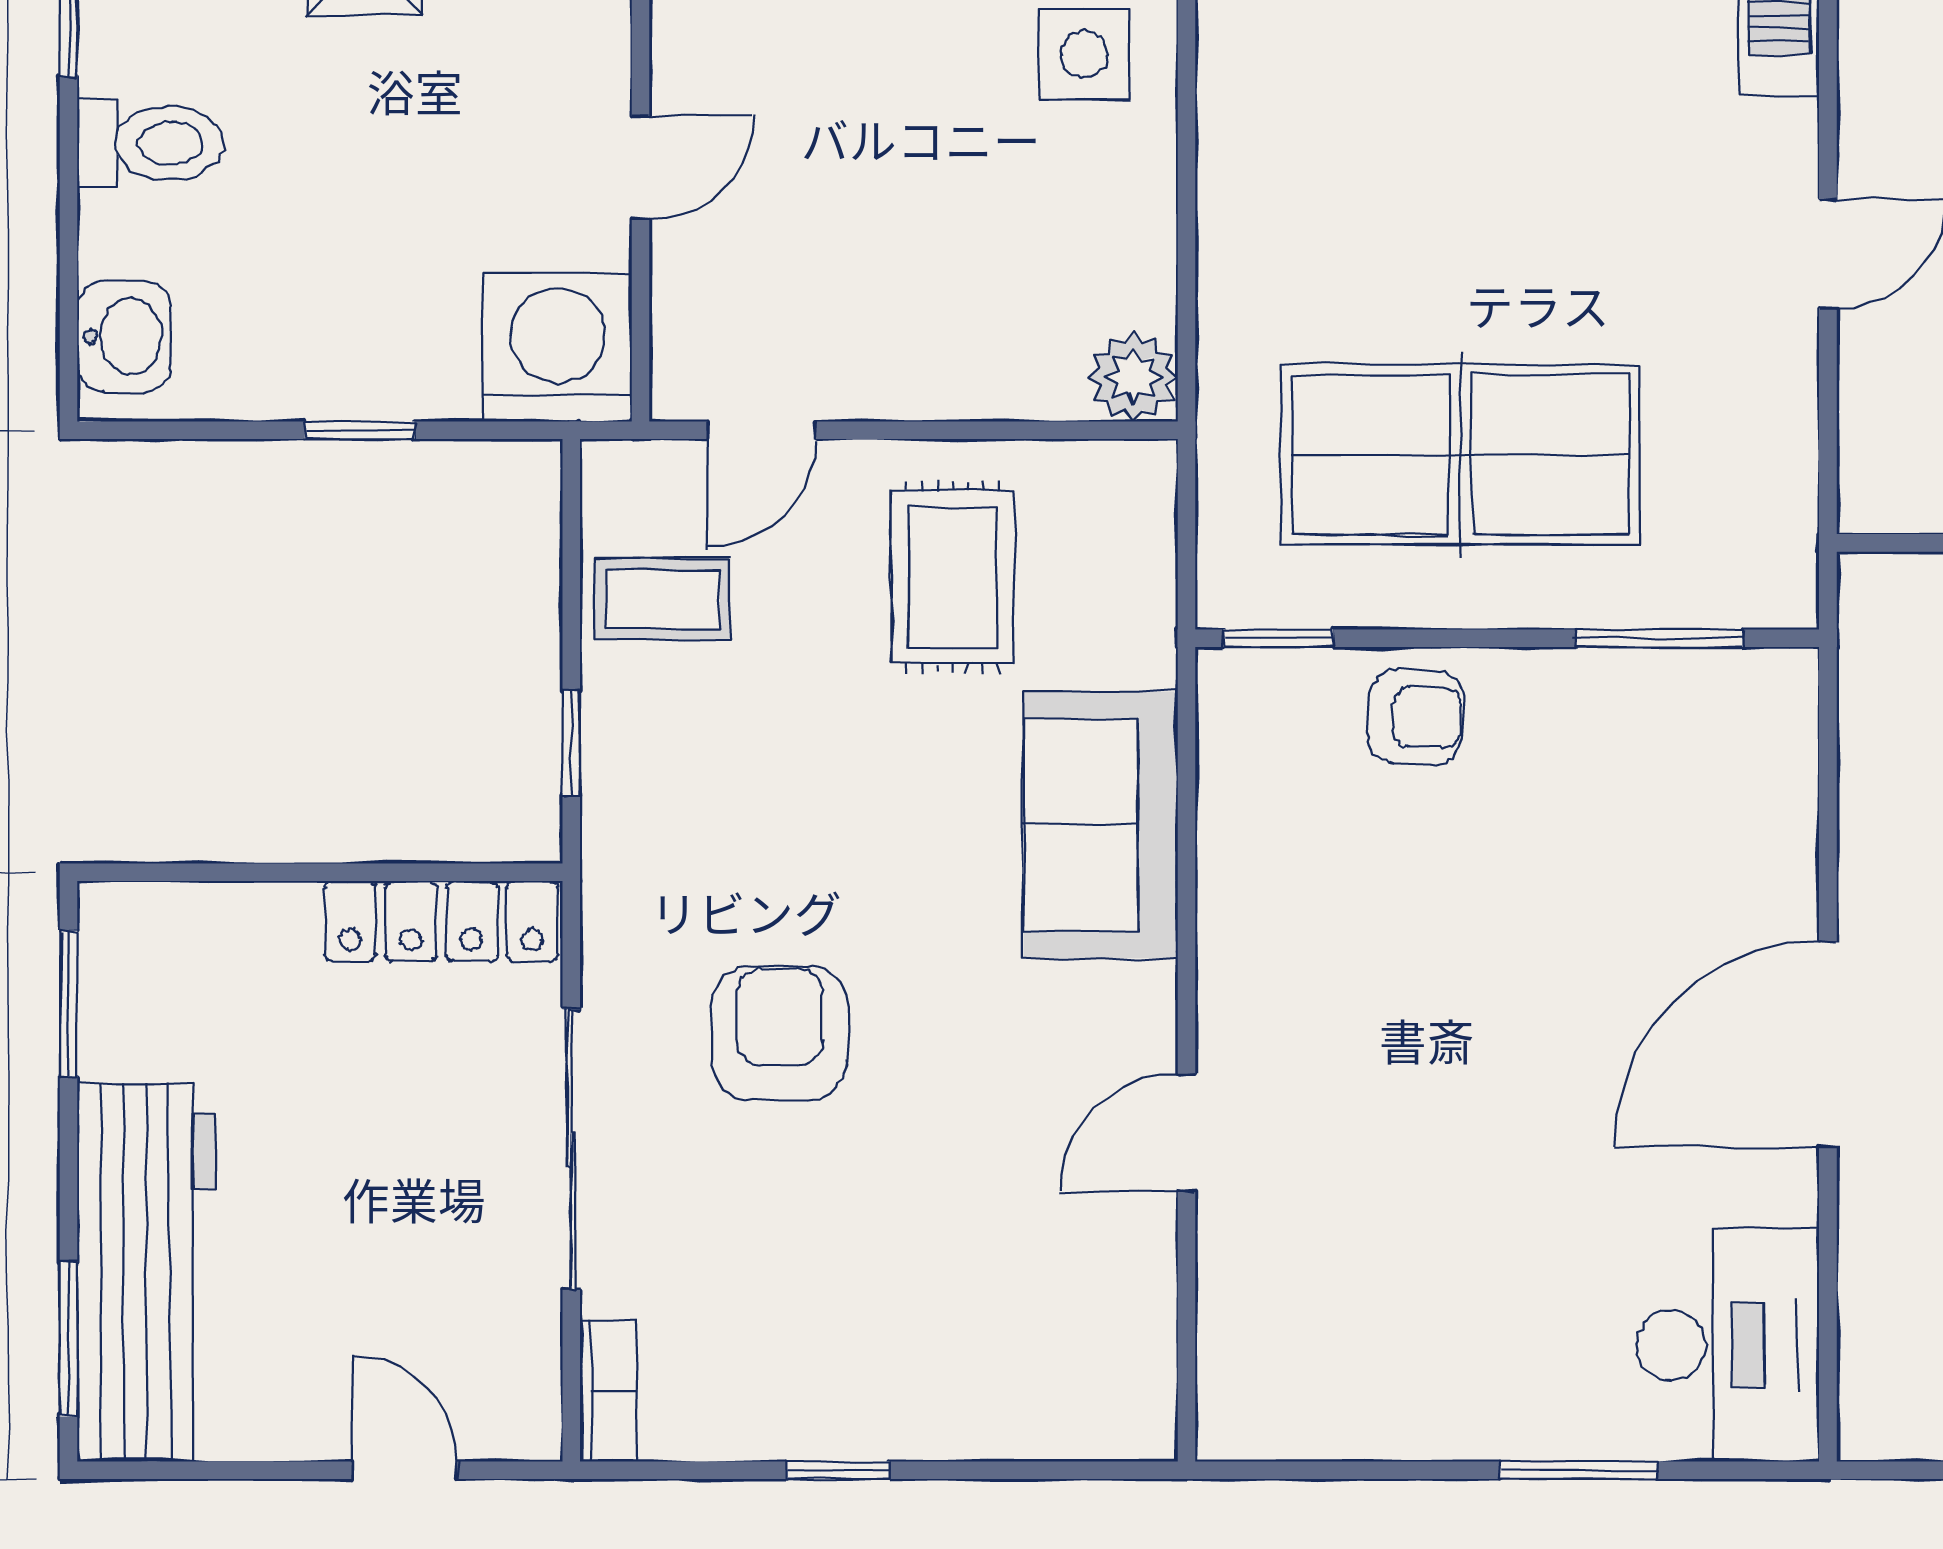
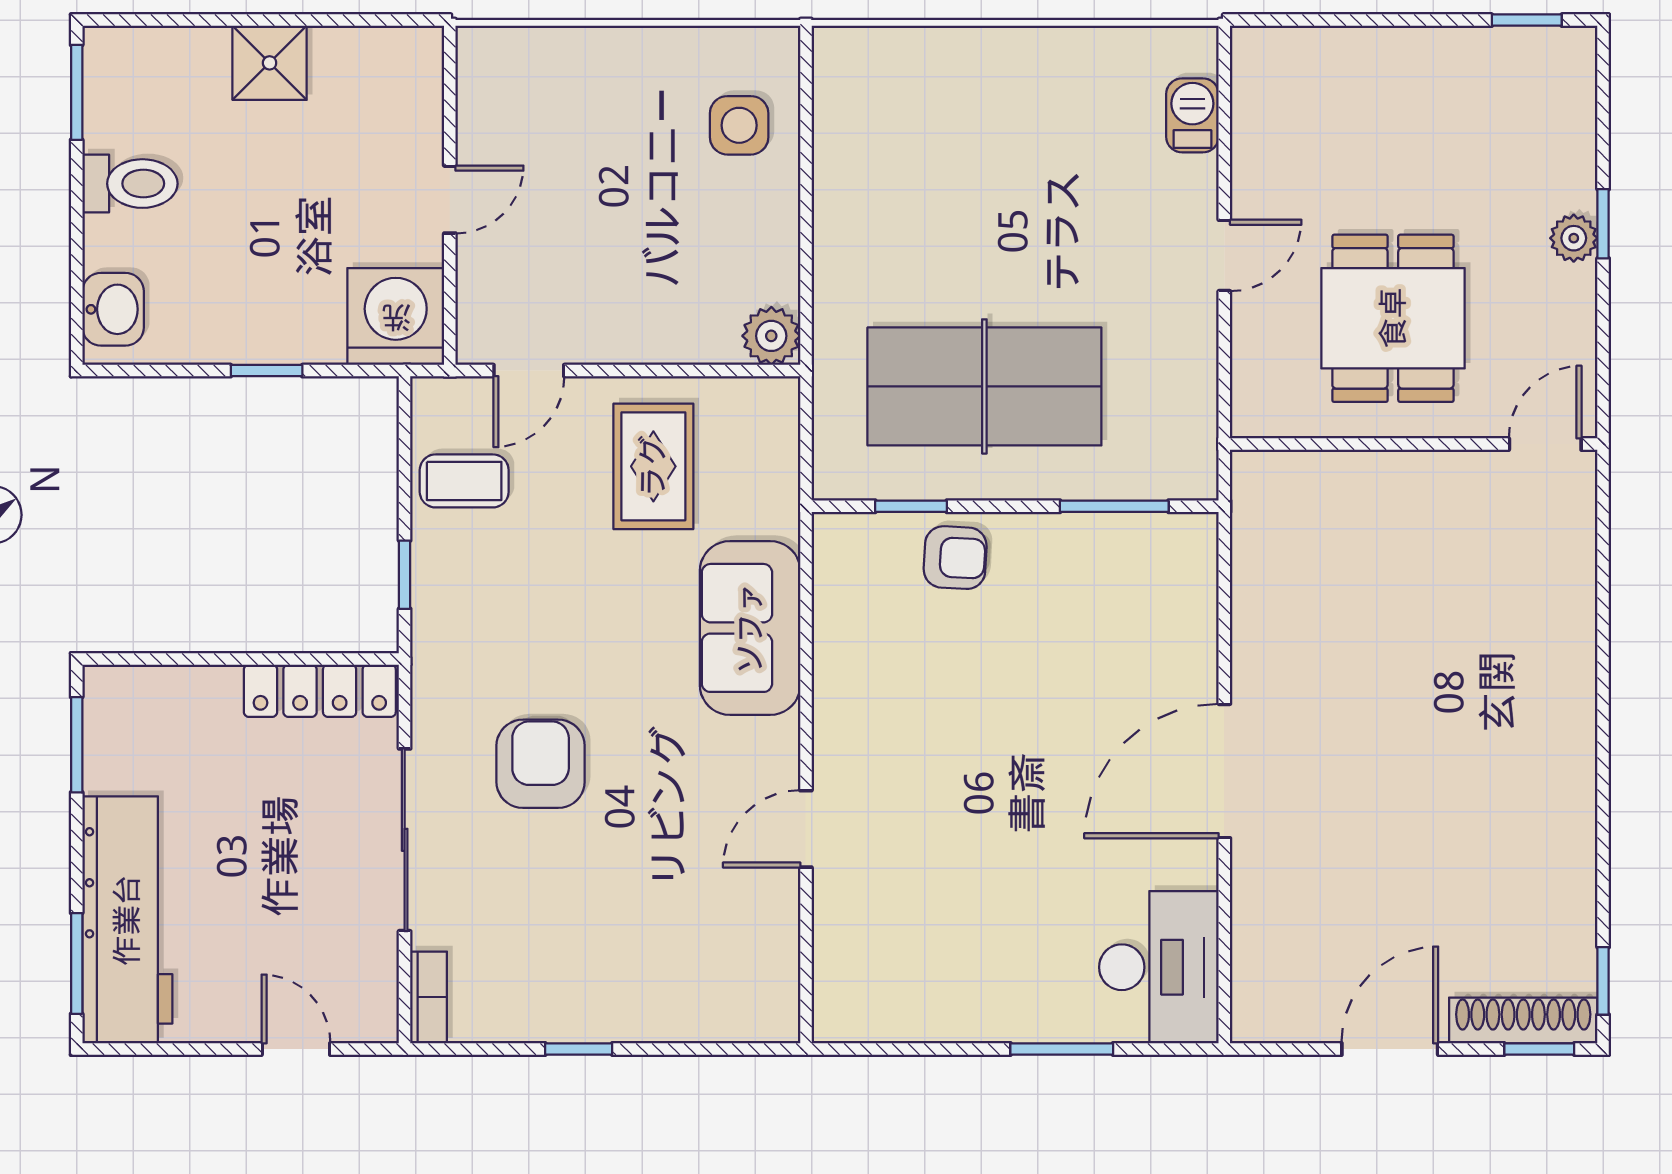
window: (1278, 638) -> (911, 506), moved

